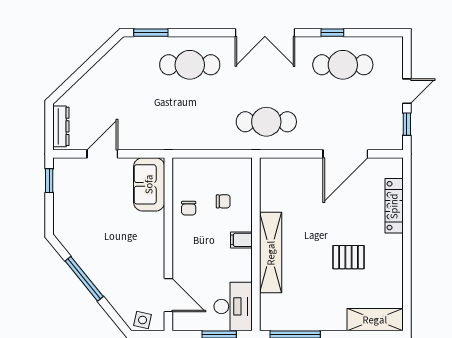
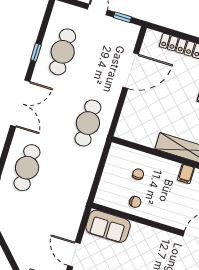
door: (345, 154) -> (131, 71), hinge flipped
filing cabinet: (241, 240) -> (186, 174), moved

